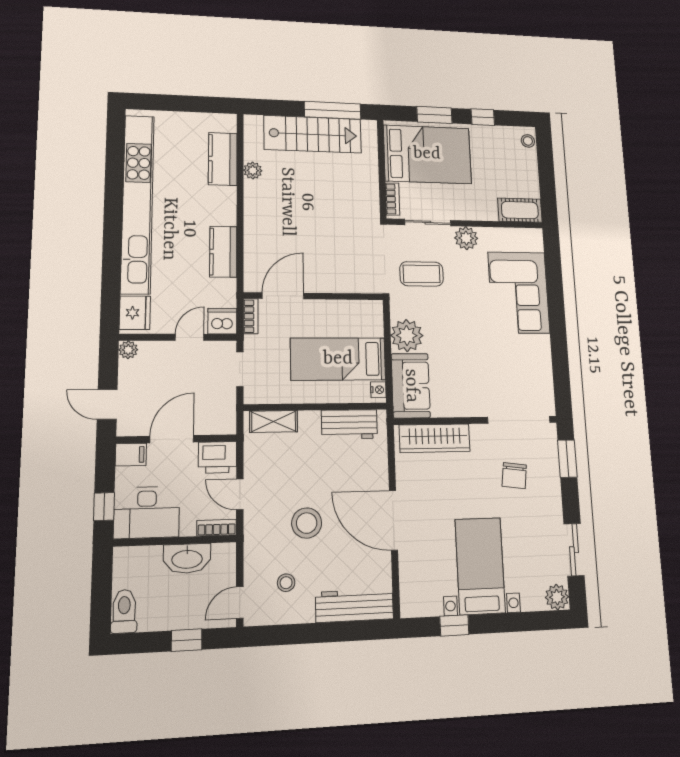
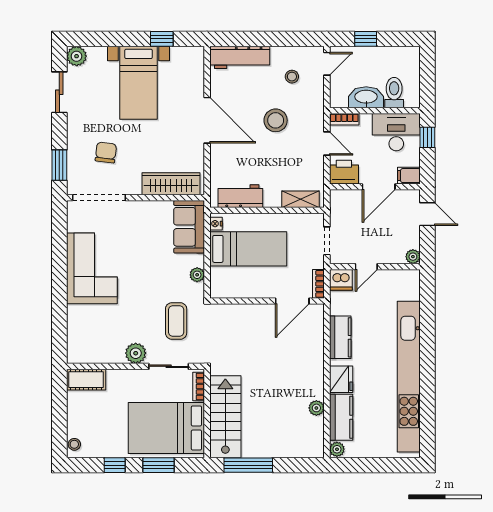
plant: (228, 123) -> (337, 449), added
stairs: (313, 134) -> (225, 417), moved, turned 90
coffee table: (422, 274) -> (176, 321), turned 90
corner sofa: (519, 292) -> (92, 268), moved
fridge: (135, 313) -> (341, 379), moved, turned 180
plant: (407, 336) -> (197, 275), width x0.53, depth x0.53
toilet: (124, 611) -> (394, 93), moved, turned 180

